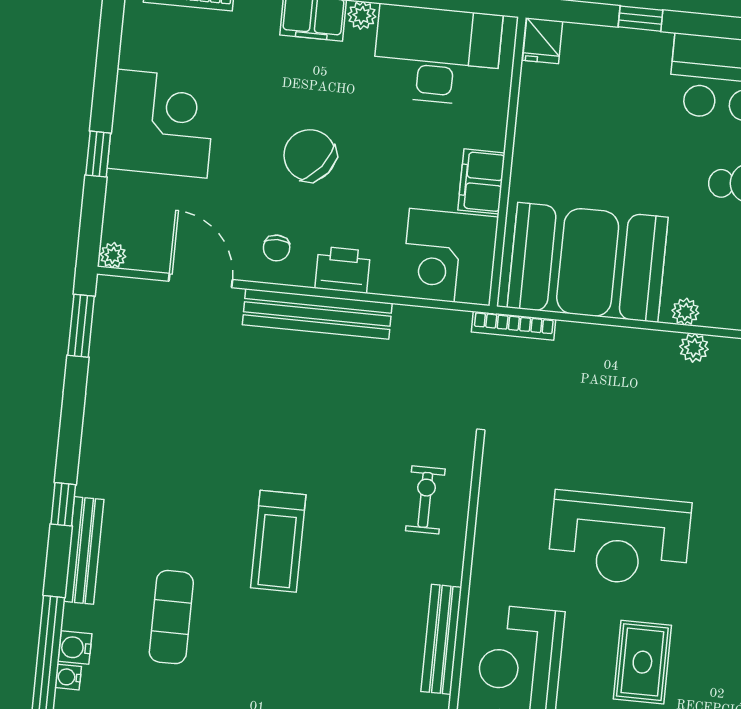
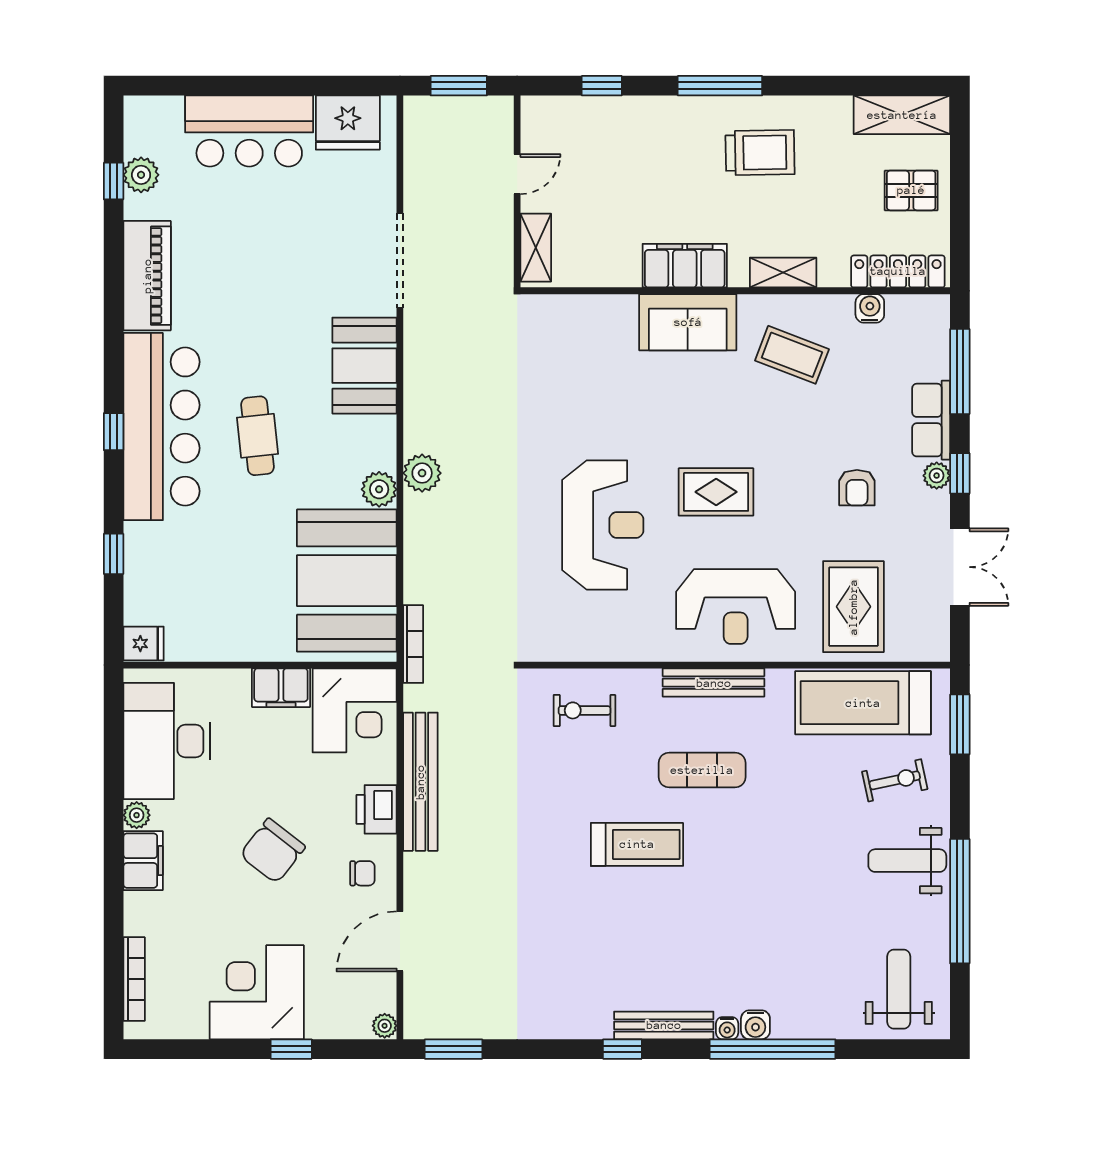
plant: (685, 312) -> (379, 489), width x1.38, depth x1.38
bench: (317, 314) -> (420, 782), moved
plant: (694, 348) -> (422, 473), width x1.38, depth x1.38
exercise mat: (171, 617) -> (702, 770), moved
water cooler: (68, 677) -> (727, 1028), moved

